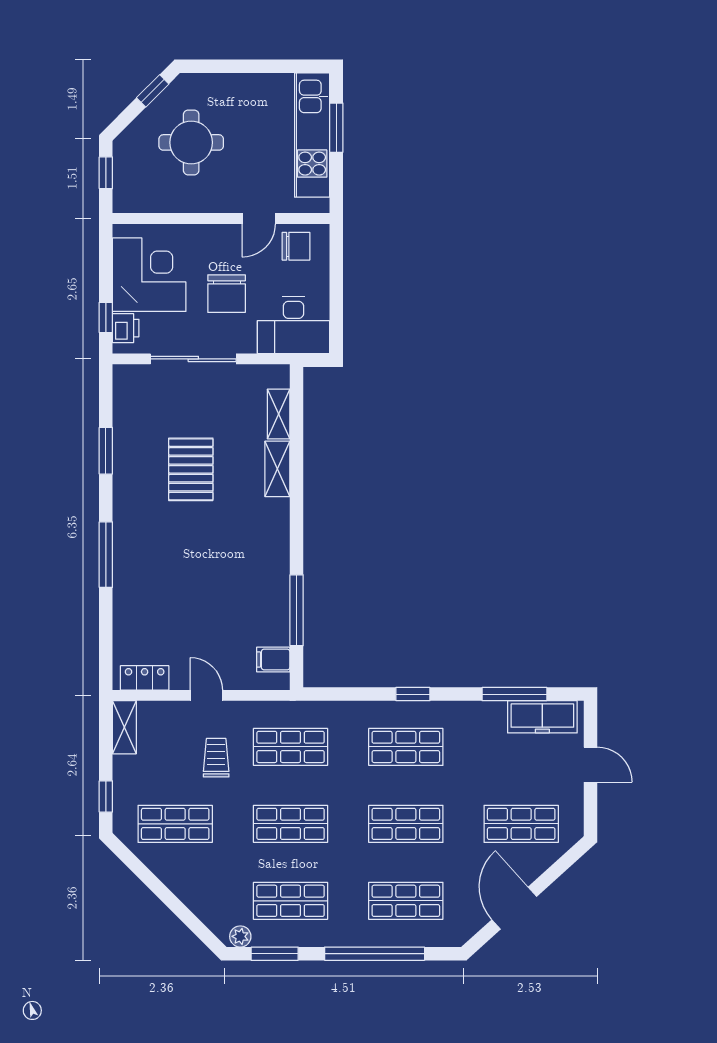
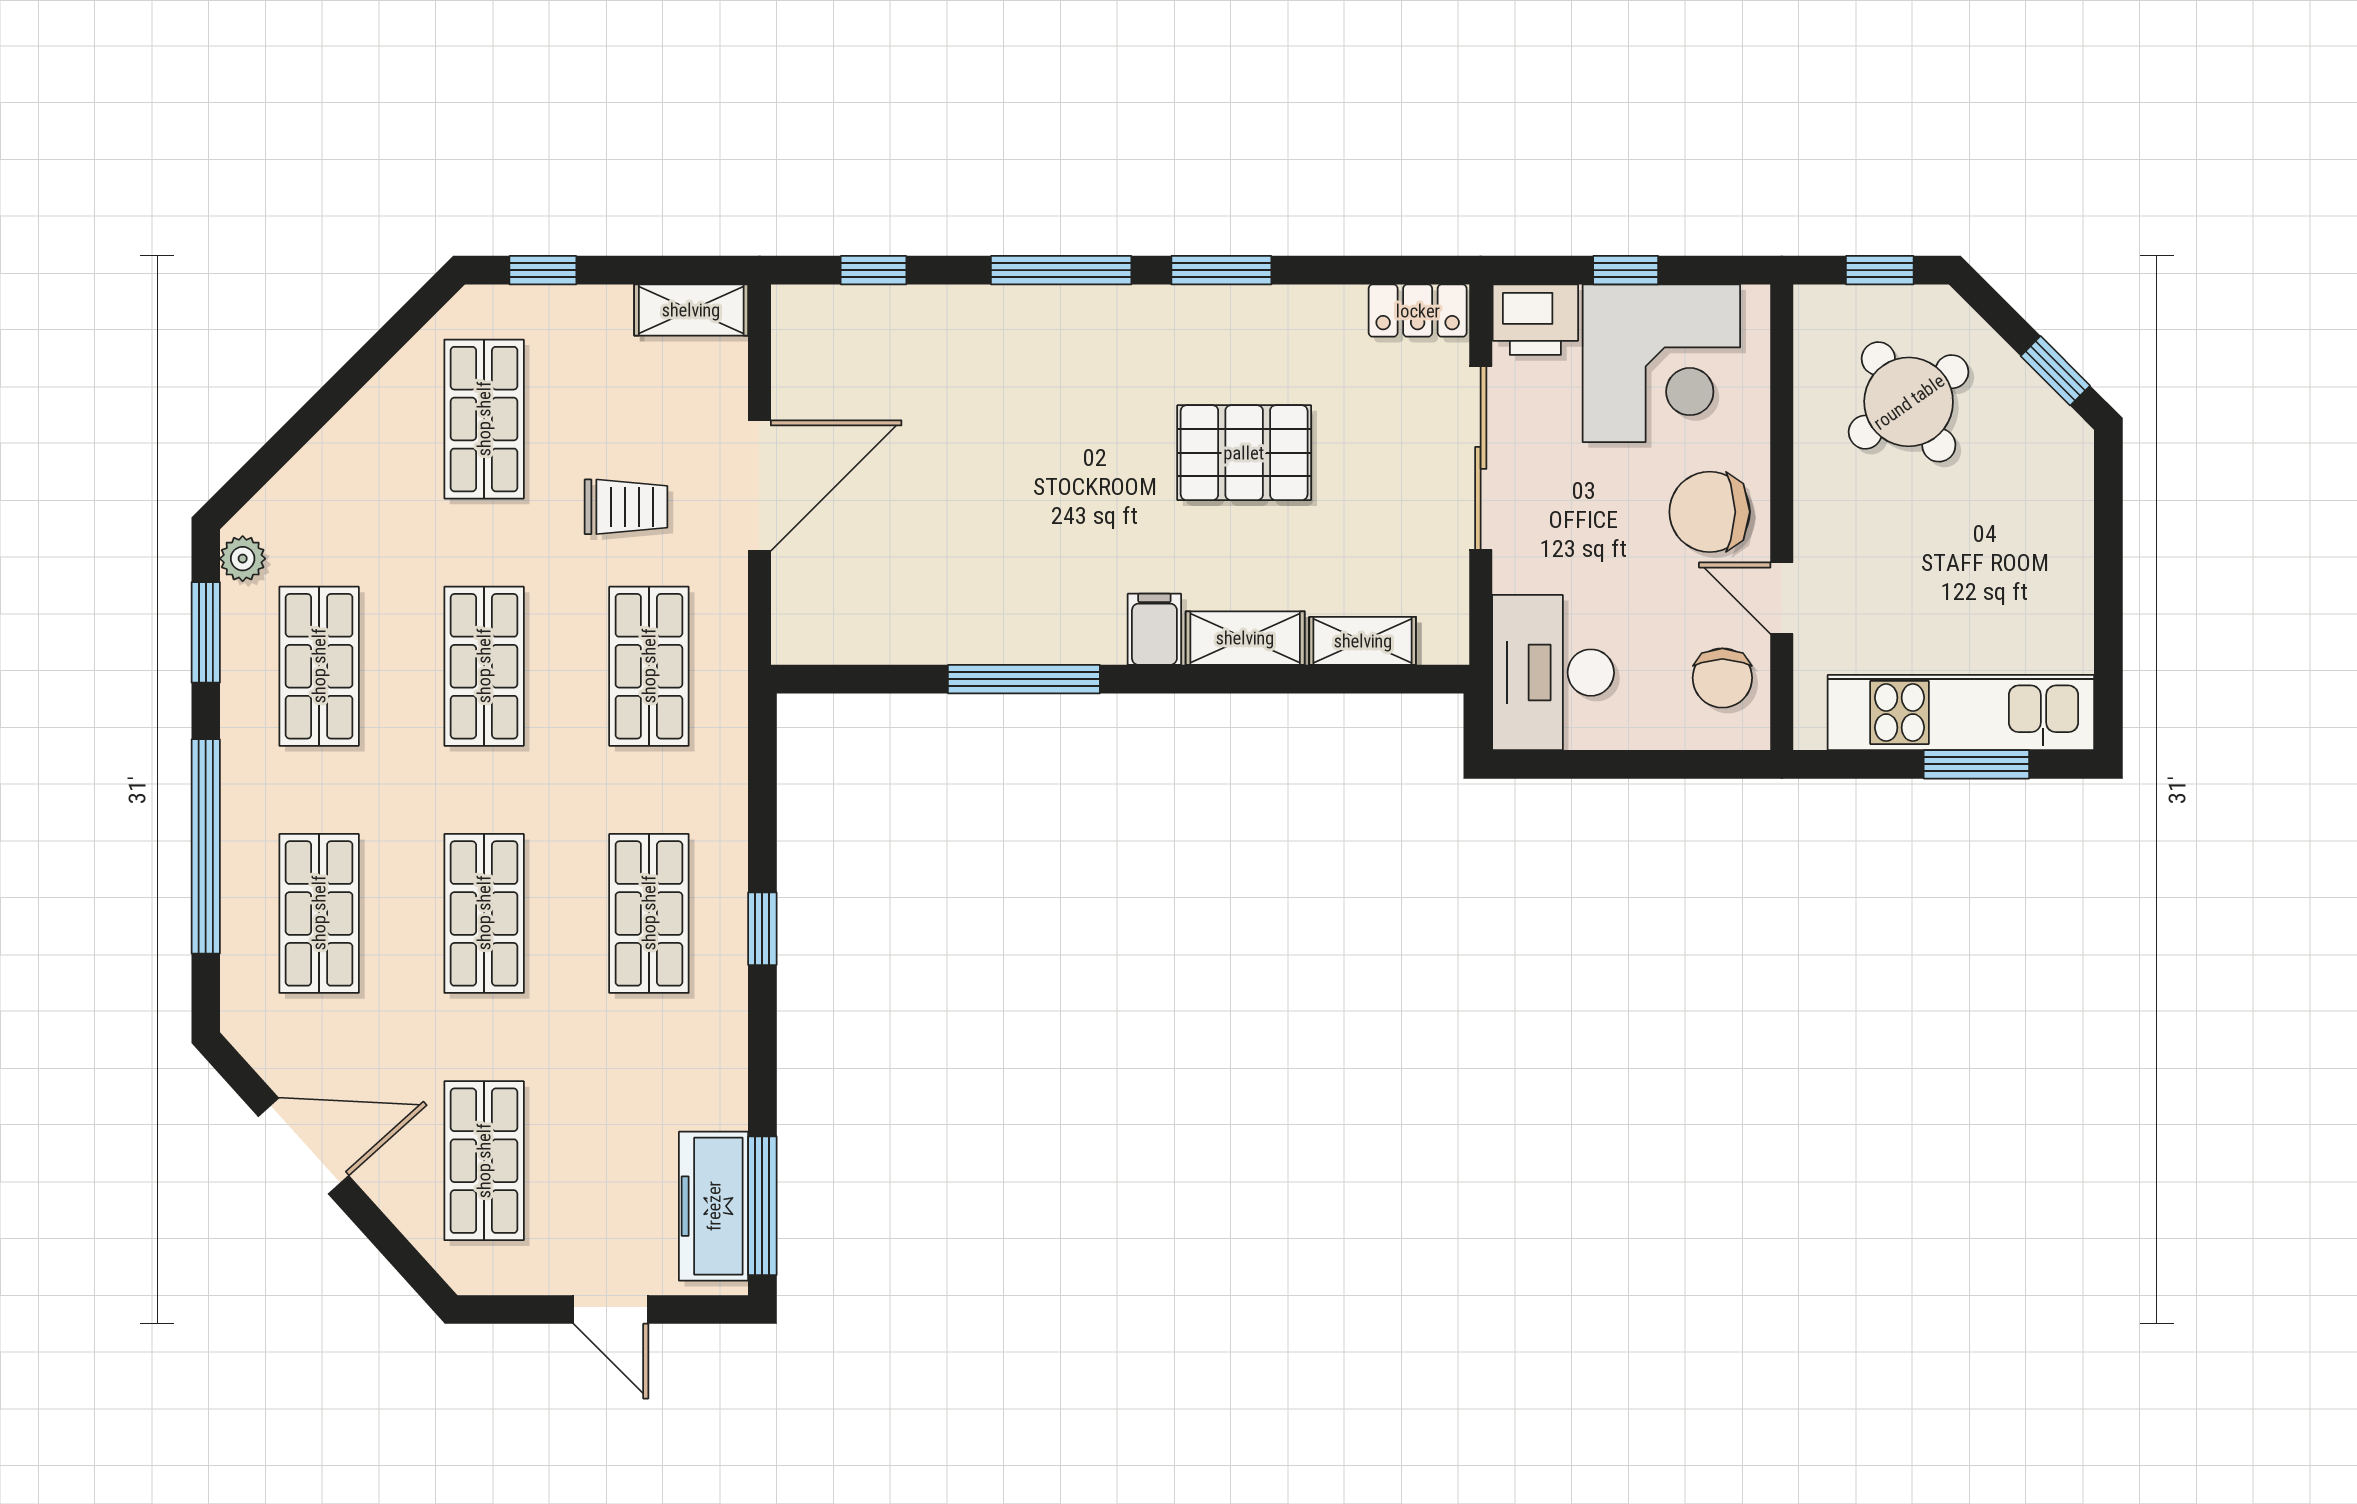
round table: (191, 142) -> (1909, 402), moved, turned -35
chair: (227, 294) -> (1710, 512), moved
window: (106, 317) -> (1626, 270), moved
printer: (126, 328) -> (1535, 320), width x1.36, depth x1.24
window: (106, 451) -> (1221, 270), moved
window: (297, 610) -> (1024, 679), moved
window: (106, 642) -> (874, 270), added
filing cabinet: (273, 660) -> (1154, 629), moved
locker: (145, 678) -> (1418, 311), moved, turned 90
window: (514, 694) -> (762, 1206), moved
door: (206, 695) -> (759, 486), width x1.87
door: (591, 765) -> (611, 1310), hinge flipped

